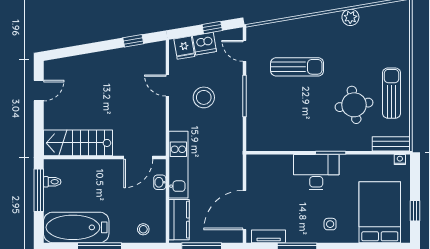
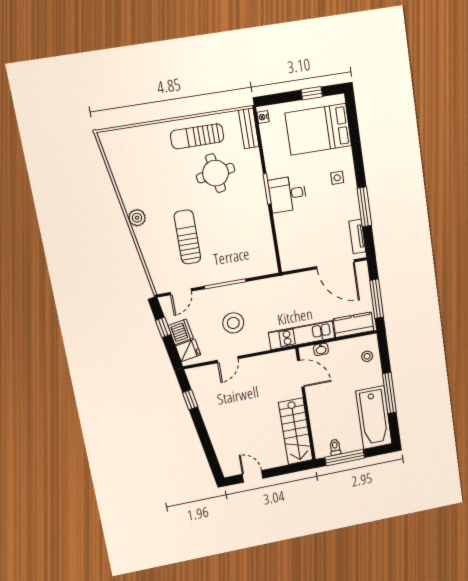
plant: (350, 17) -> (137, 218), moved
desk: (316, 172) -> (288, 194), width x0.73

